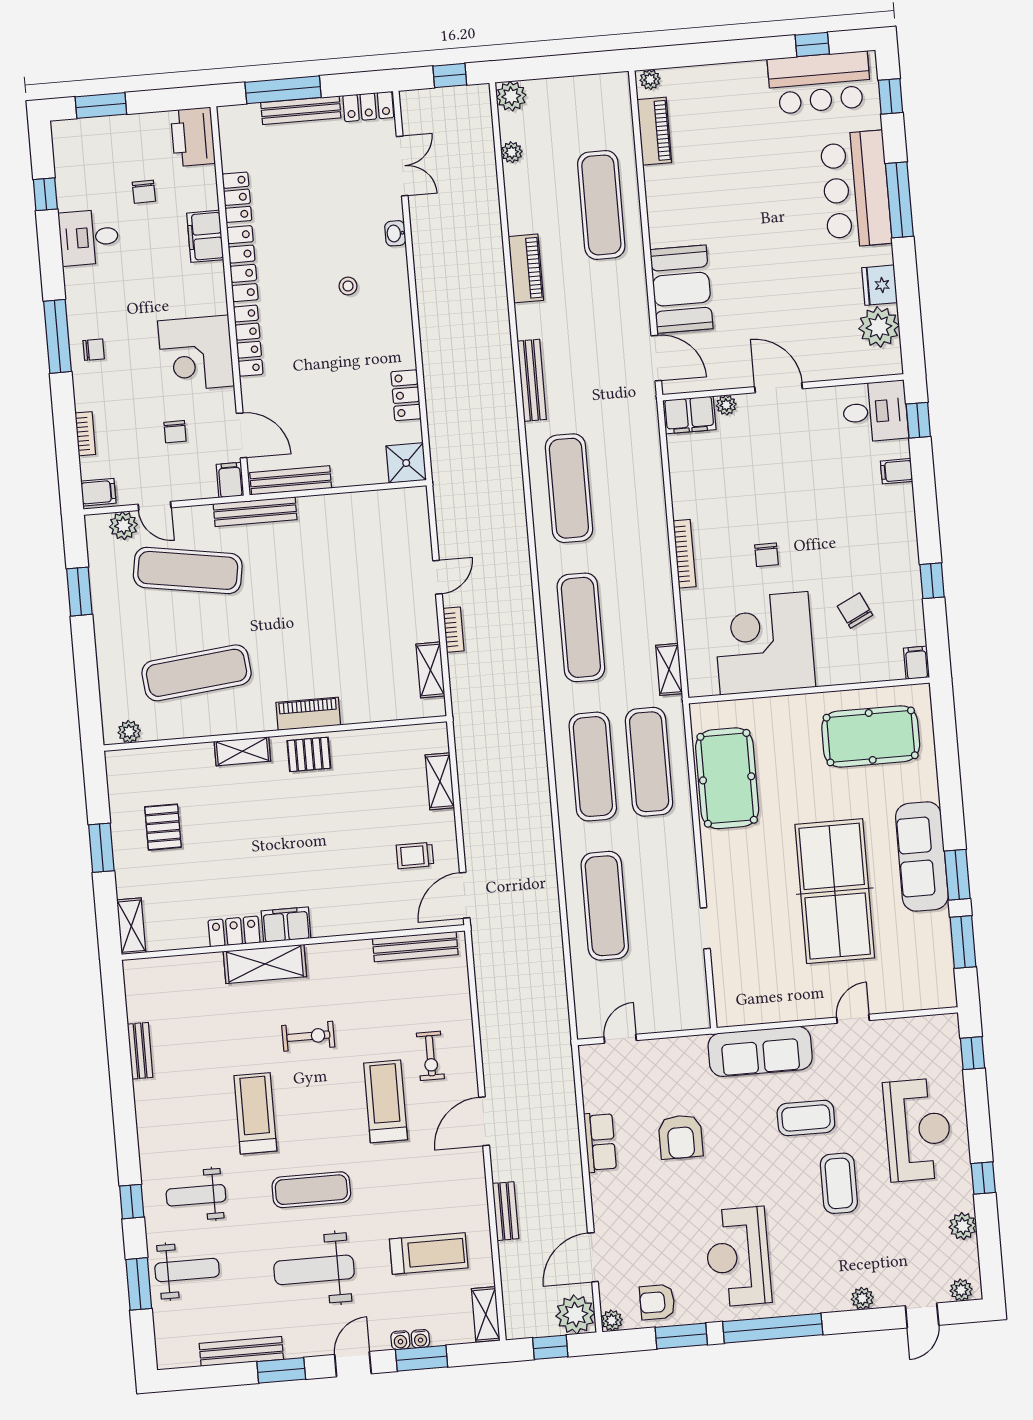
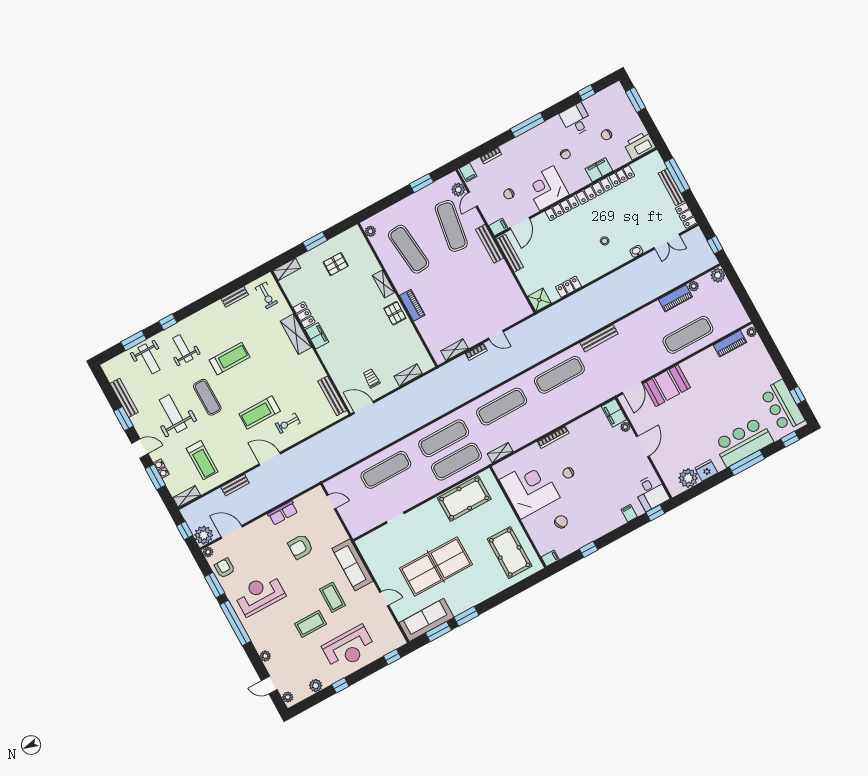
piano: (526, 268) -> (675, 298), moved
chair: (94, 350) -> (565, 154), moved
sofa: (922, 856) -> (426, 620), moved
exercise bike: (308, 1036) -> (266, 295), moved
treadmill: (386, 1101) -> (260, 413), turned 180

